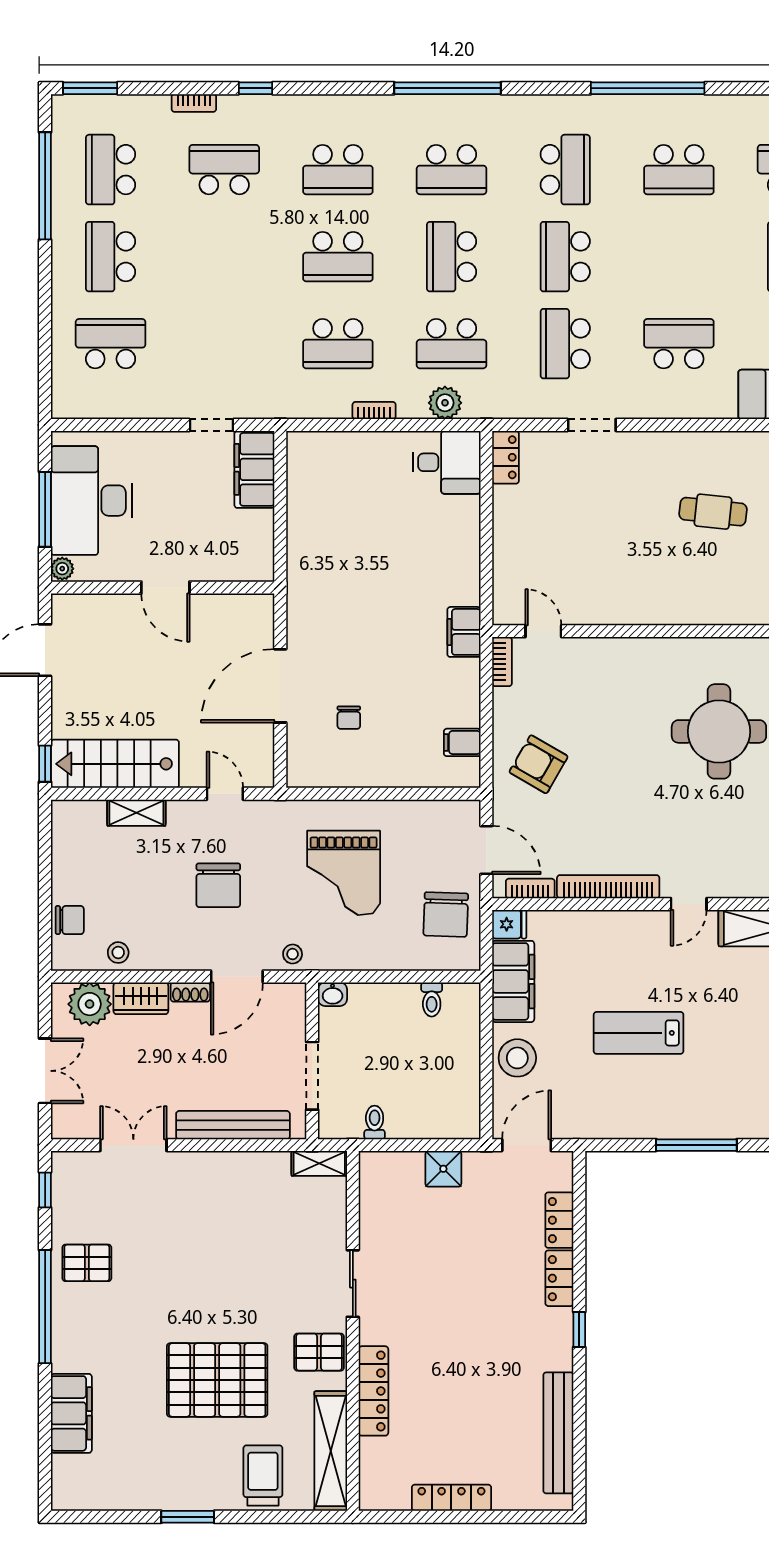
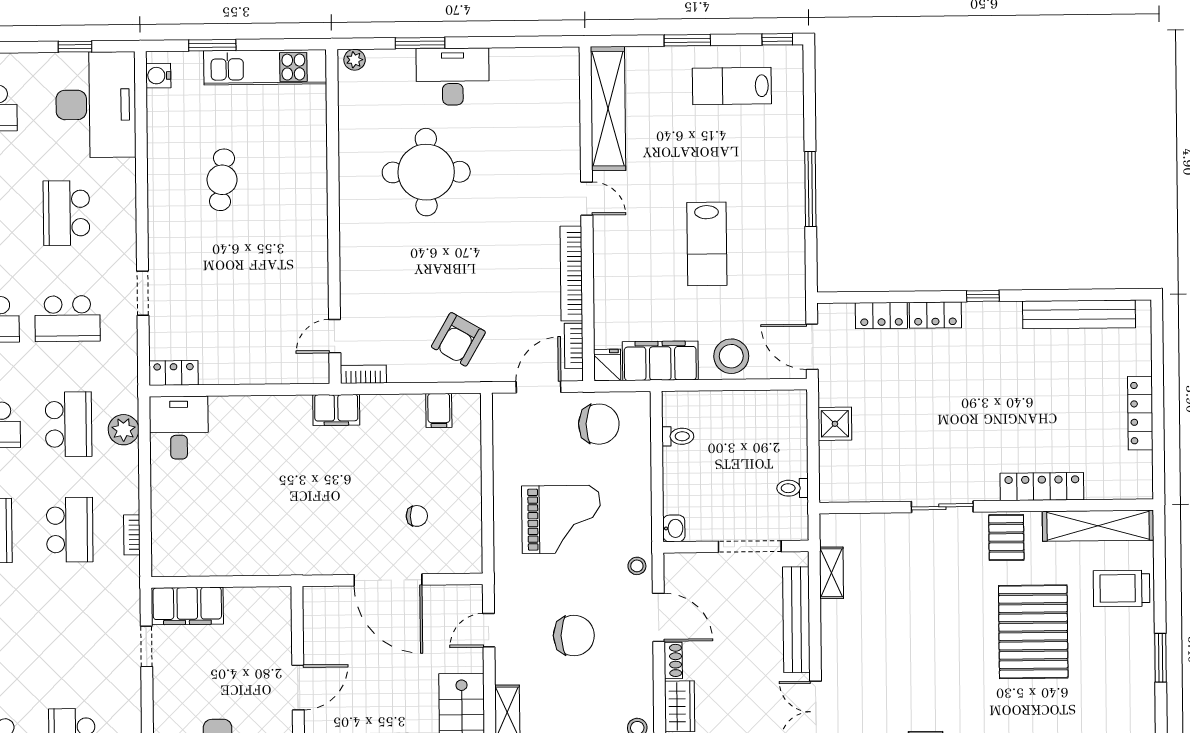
bookcase: (374, 411) -> (132, 535), moved
shelving: (319, 1163) -> (831, 573), moved

